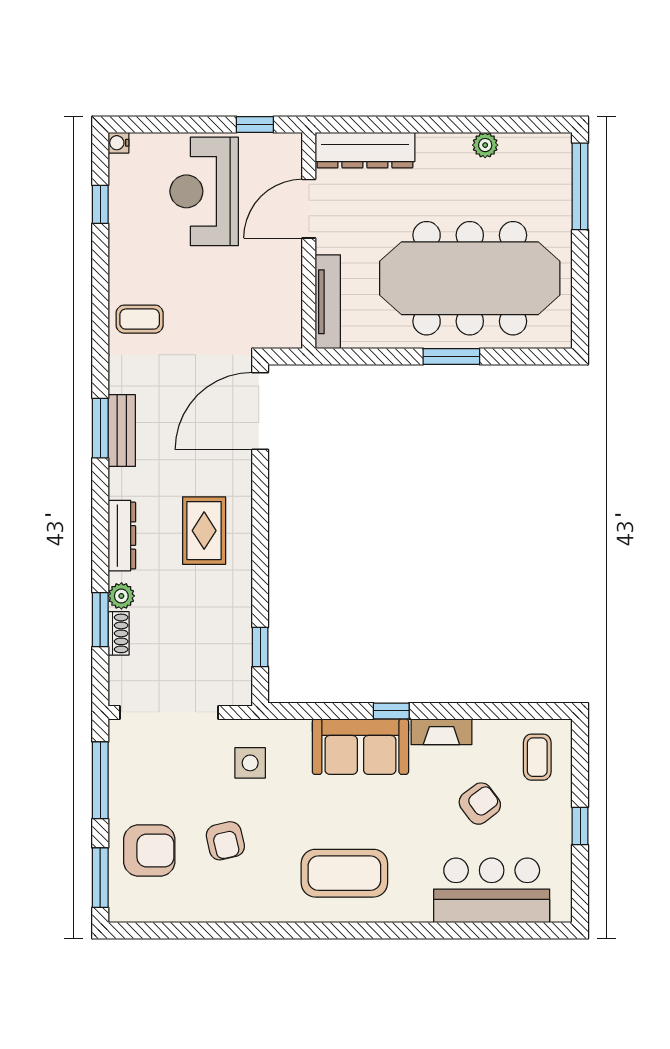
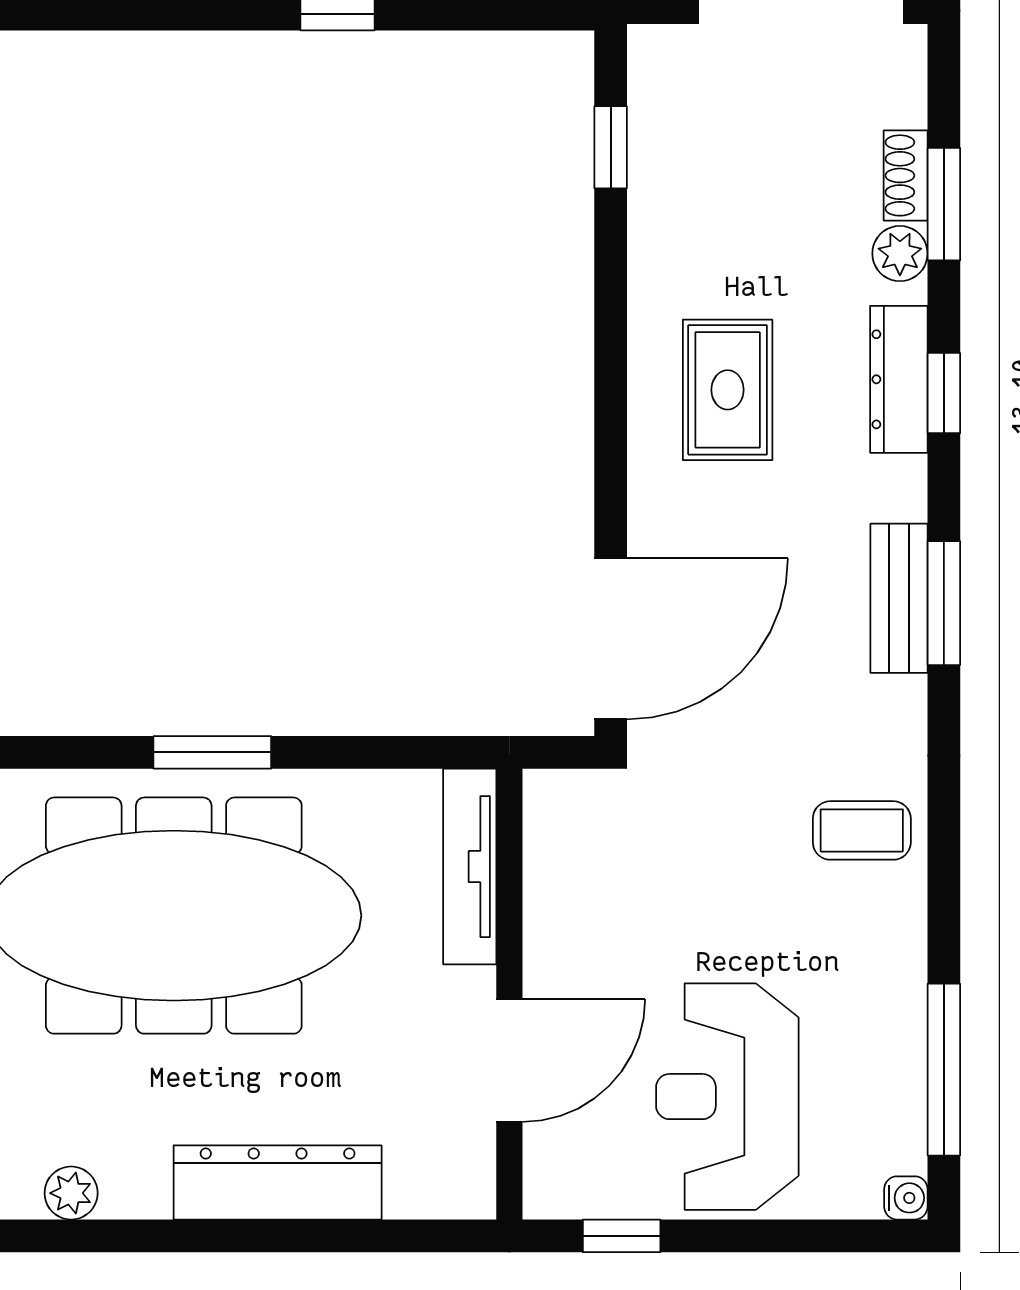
plant: (485, 145) -> (71, 1193), moved
dresser: (365, 150) -> (278, 1182), moved
reception desk: (204, 191) -> (727, 1097), turned 180
window: (100, 204) -> (944, 1070), width x2.17
window: (100, 529) -> (944, 393), added

